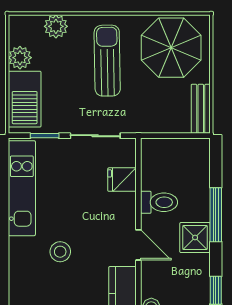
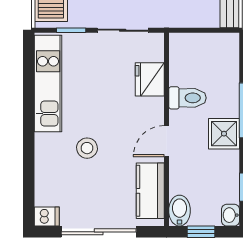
fridge: (122, 180) -> (150, 79), width x1.38
door: (138, 245) -> (166, 141), swing flipped

